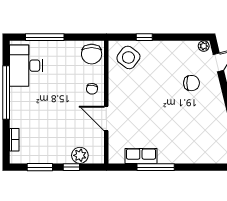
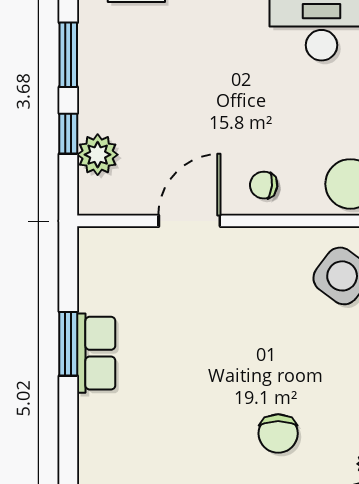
row of seats: (141, 156) -> (96, 353), moved
window: (156, 167) -> (68, 344), width x0.69

